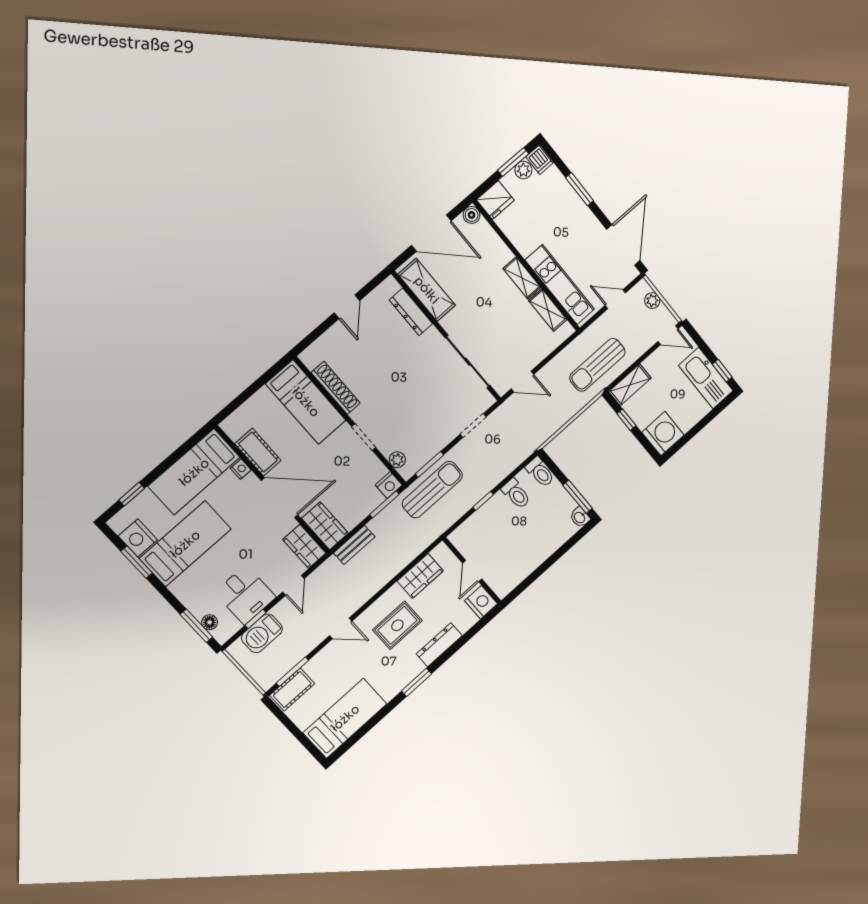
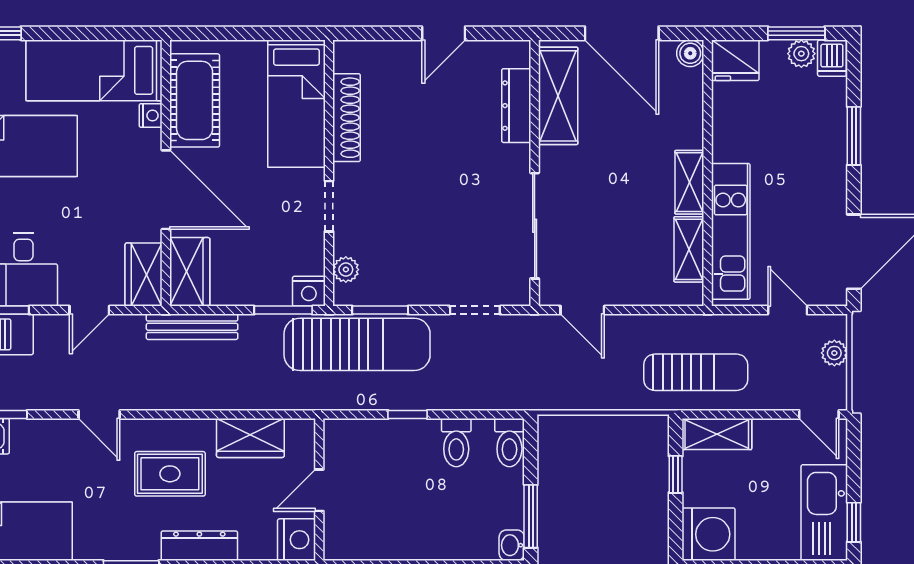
sun lounger: (597, 365) -> (696, 372), turned 180
cot: (258, 452) -> (195, 100), width x1.37, depth x1.34
sun lounger: (432, 490) -> (357, 344), width x1.36, depth x1.34
bench: (354, 545) -> (192, 327), width x1.36

